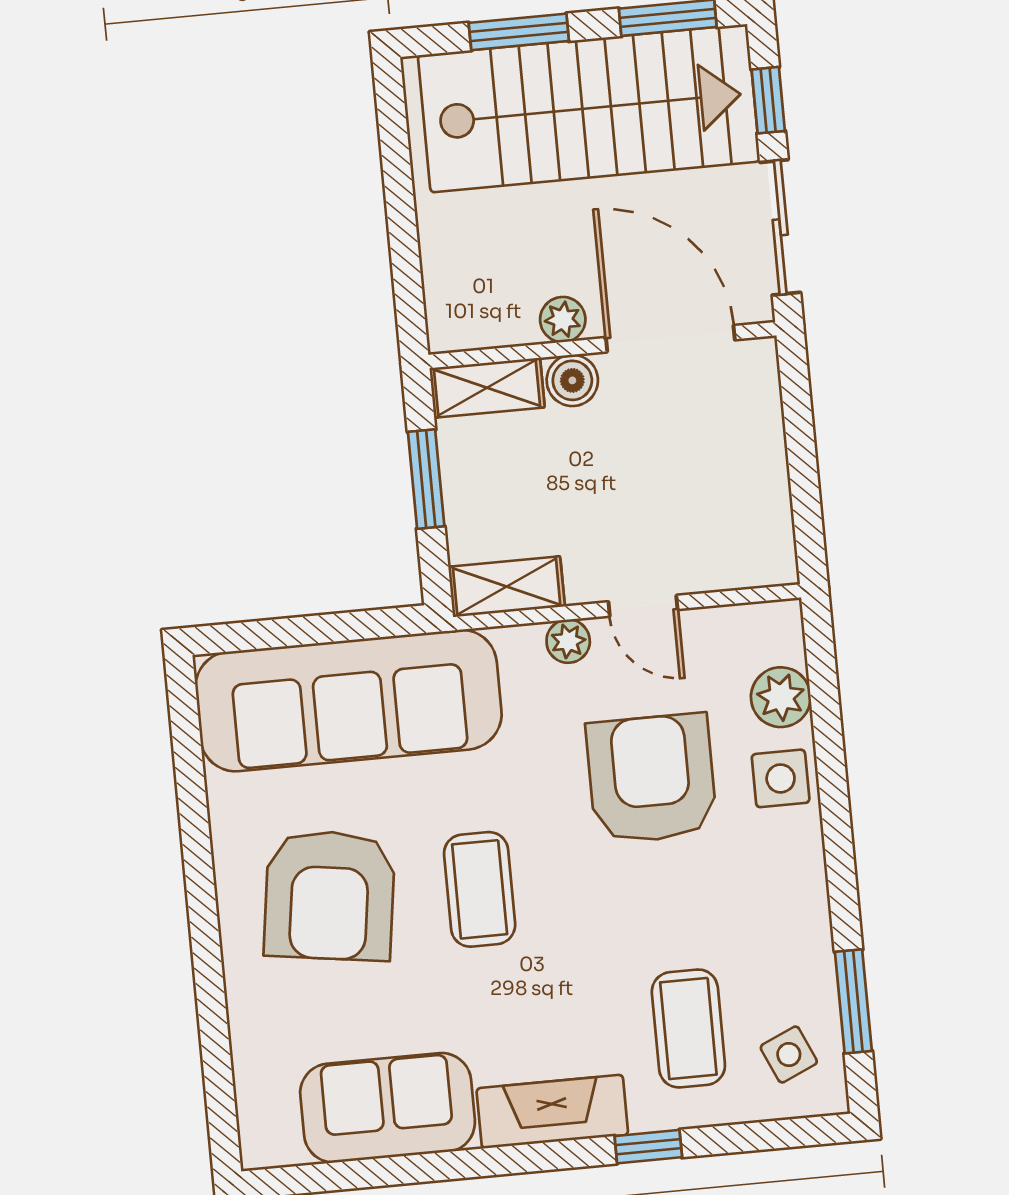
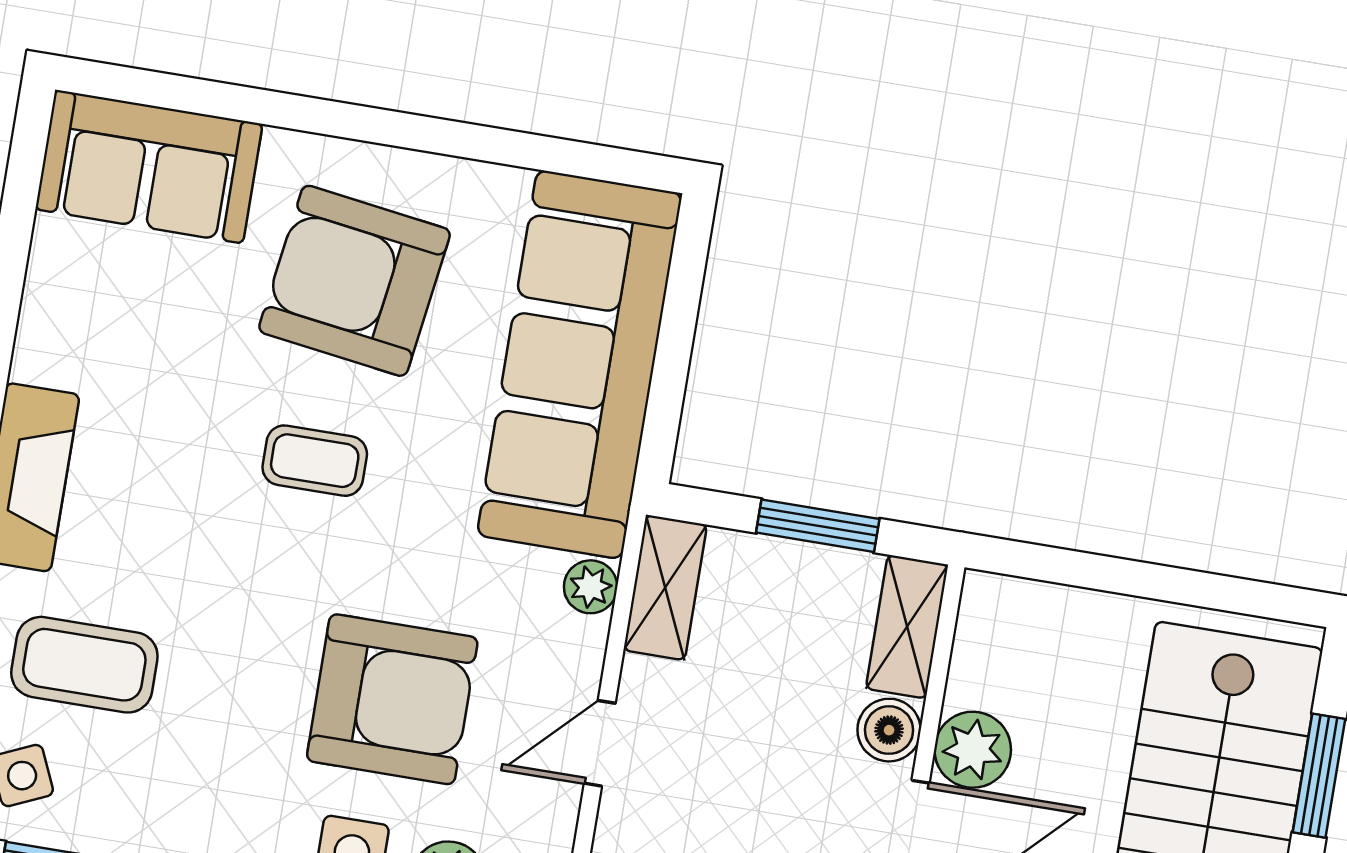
plant: (563, 320) -> (973, 750), width x1.38, depth x1.38
plant: (568, 641) -> (591, 587), moved
coffee table: (480, 889) -> (315, 461), width x0.73, depth x0.77
sofa: (388, 1108) -> (149, 167), moved, turned 90

